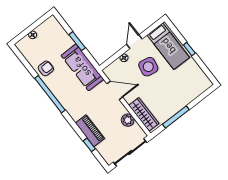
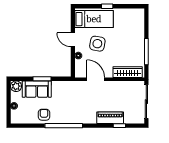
sofa: (82, 67) -> (37, 89), moved, width x0.73
door: (115, 90) -> (96, 79), hinge flipped
plant: (128, 120) -> (16, 86), moved

